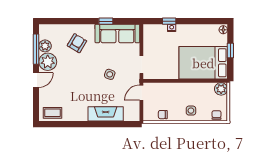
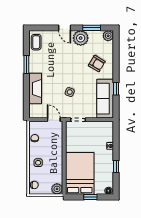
window: (169, 21) -> (116, 167), moved
plant: (45, 46) -> (108, 36), moved
window: (36, 49) -> (92, 28), width x0.69
window: (78, 124) -> (26, 65), added

